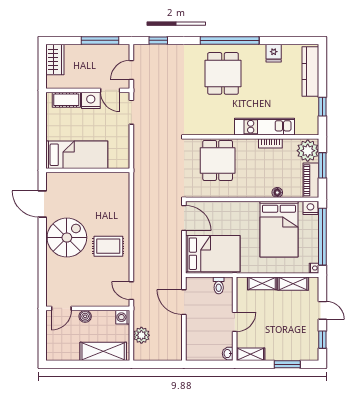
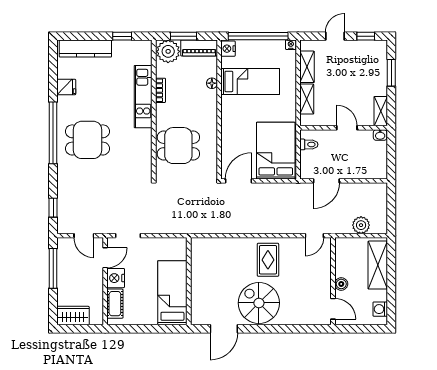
bed: (279, 229) -> (250, 81), width x0.67
washing machine: (123, 317) -> (380, 309), moved, turned 90

